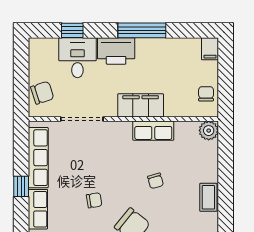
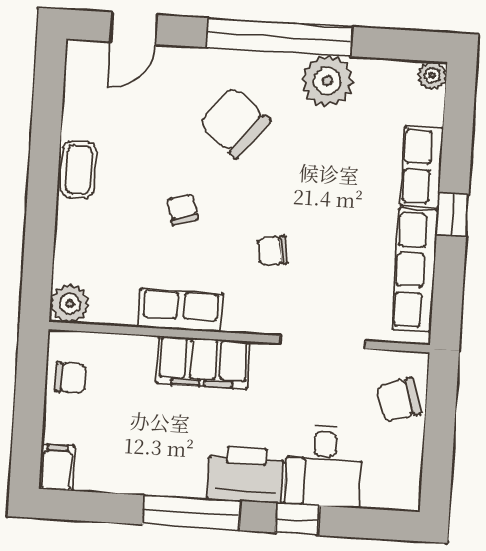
window: (72, 30) -> (297, 519), moved
chair: (206, 94) -> (70, 378), turned -90
chair: (94, 200) -> (272, 251), moved

